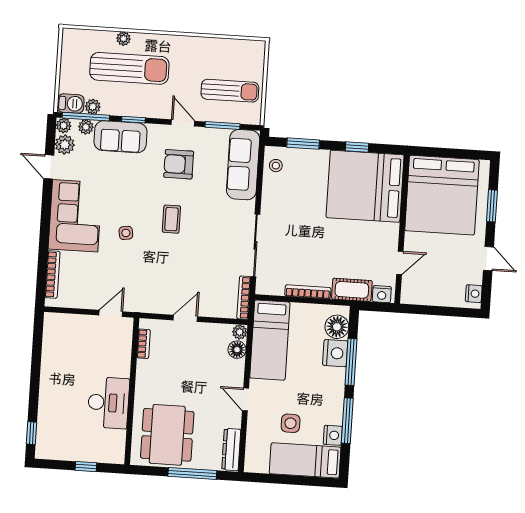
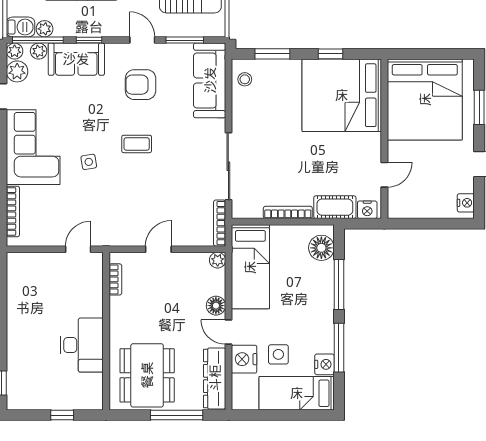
coffee table: (171, 219) -> (137, 144), turned 90
floor lamp: (237, 350) -> (216, 306), moved
nightstand: (335, 353) -> (244, 359), moved, turned 180
dresser: (231, 450) -> (215, 378), width x1.37, depth x1.24

